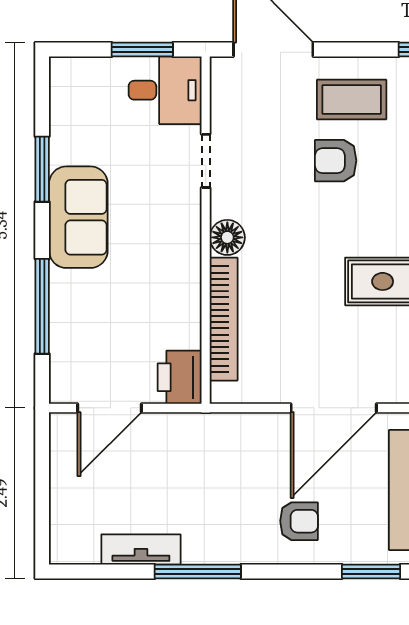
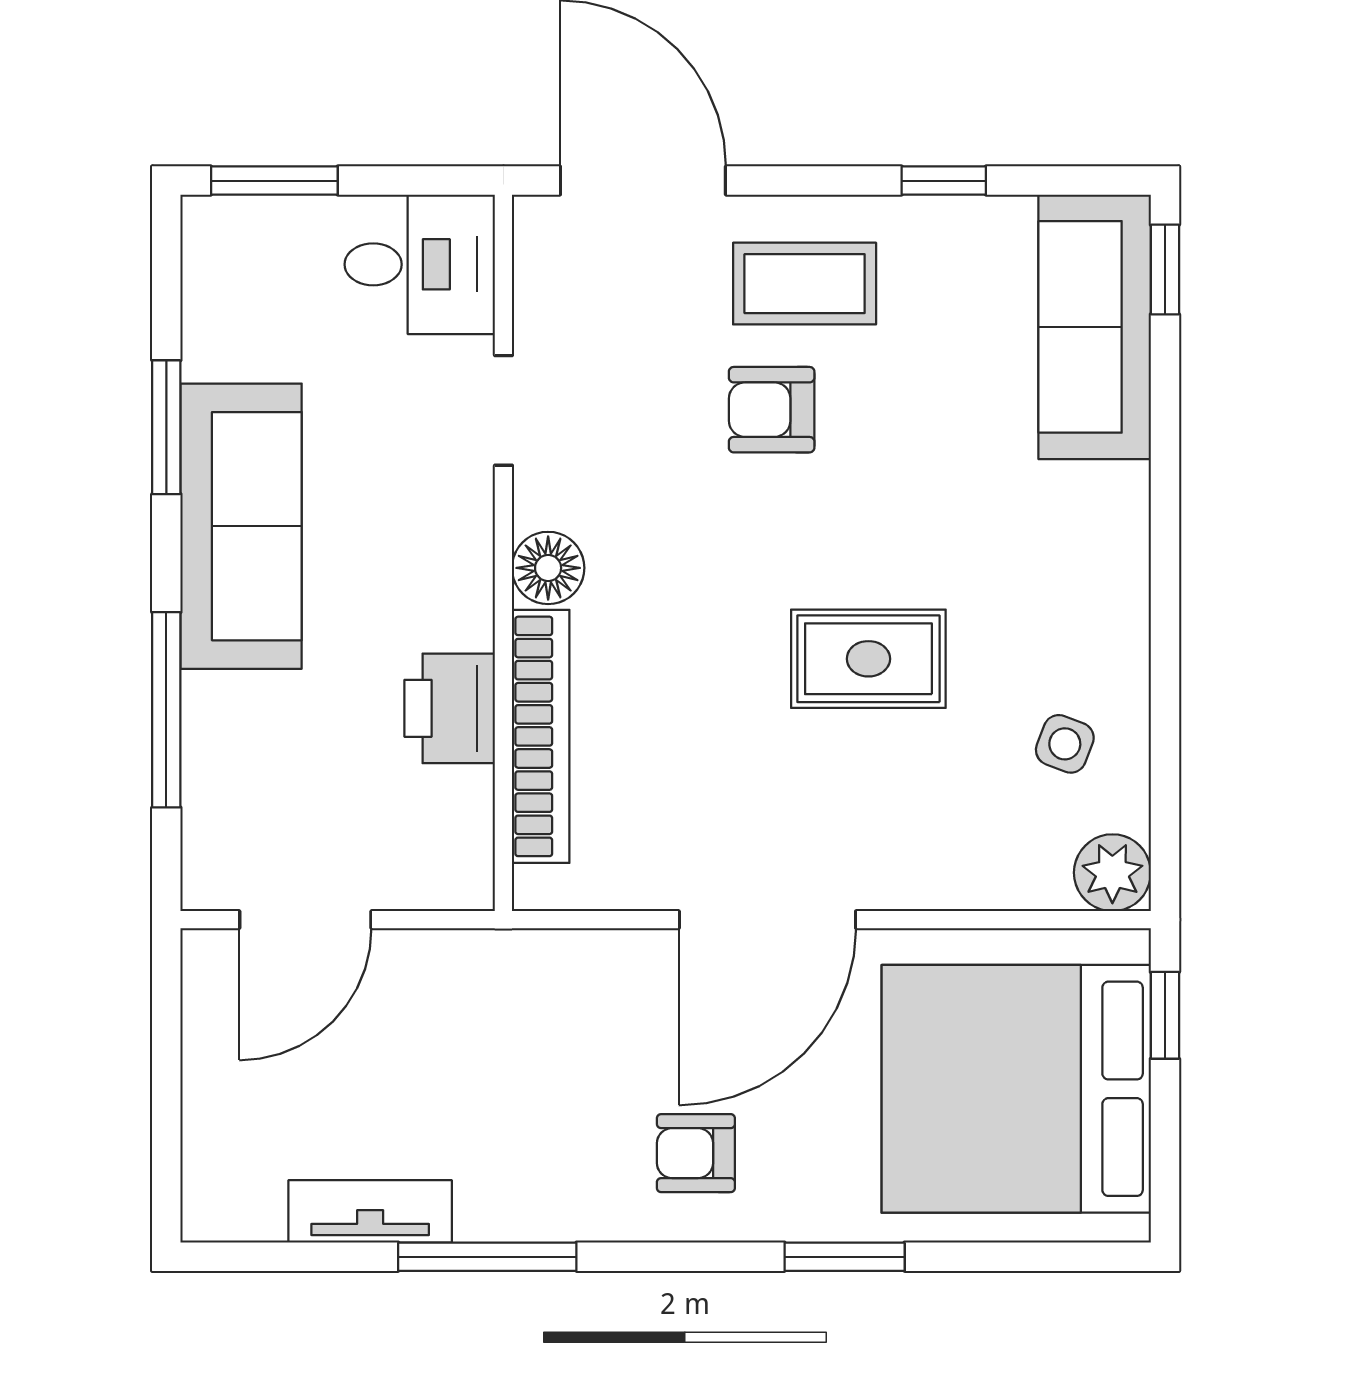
window: (142, 50) -> (274, 181), moved
sofa: (78, 217) -> (241, 526), width x1.36
printer: (180, 377) -> (450, 708), moved
armchair: (299, 521) -> (696, 1153), turned 180

